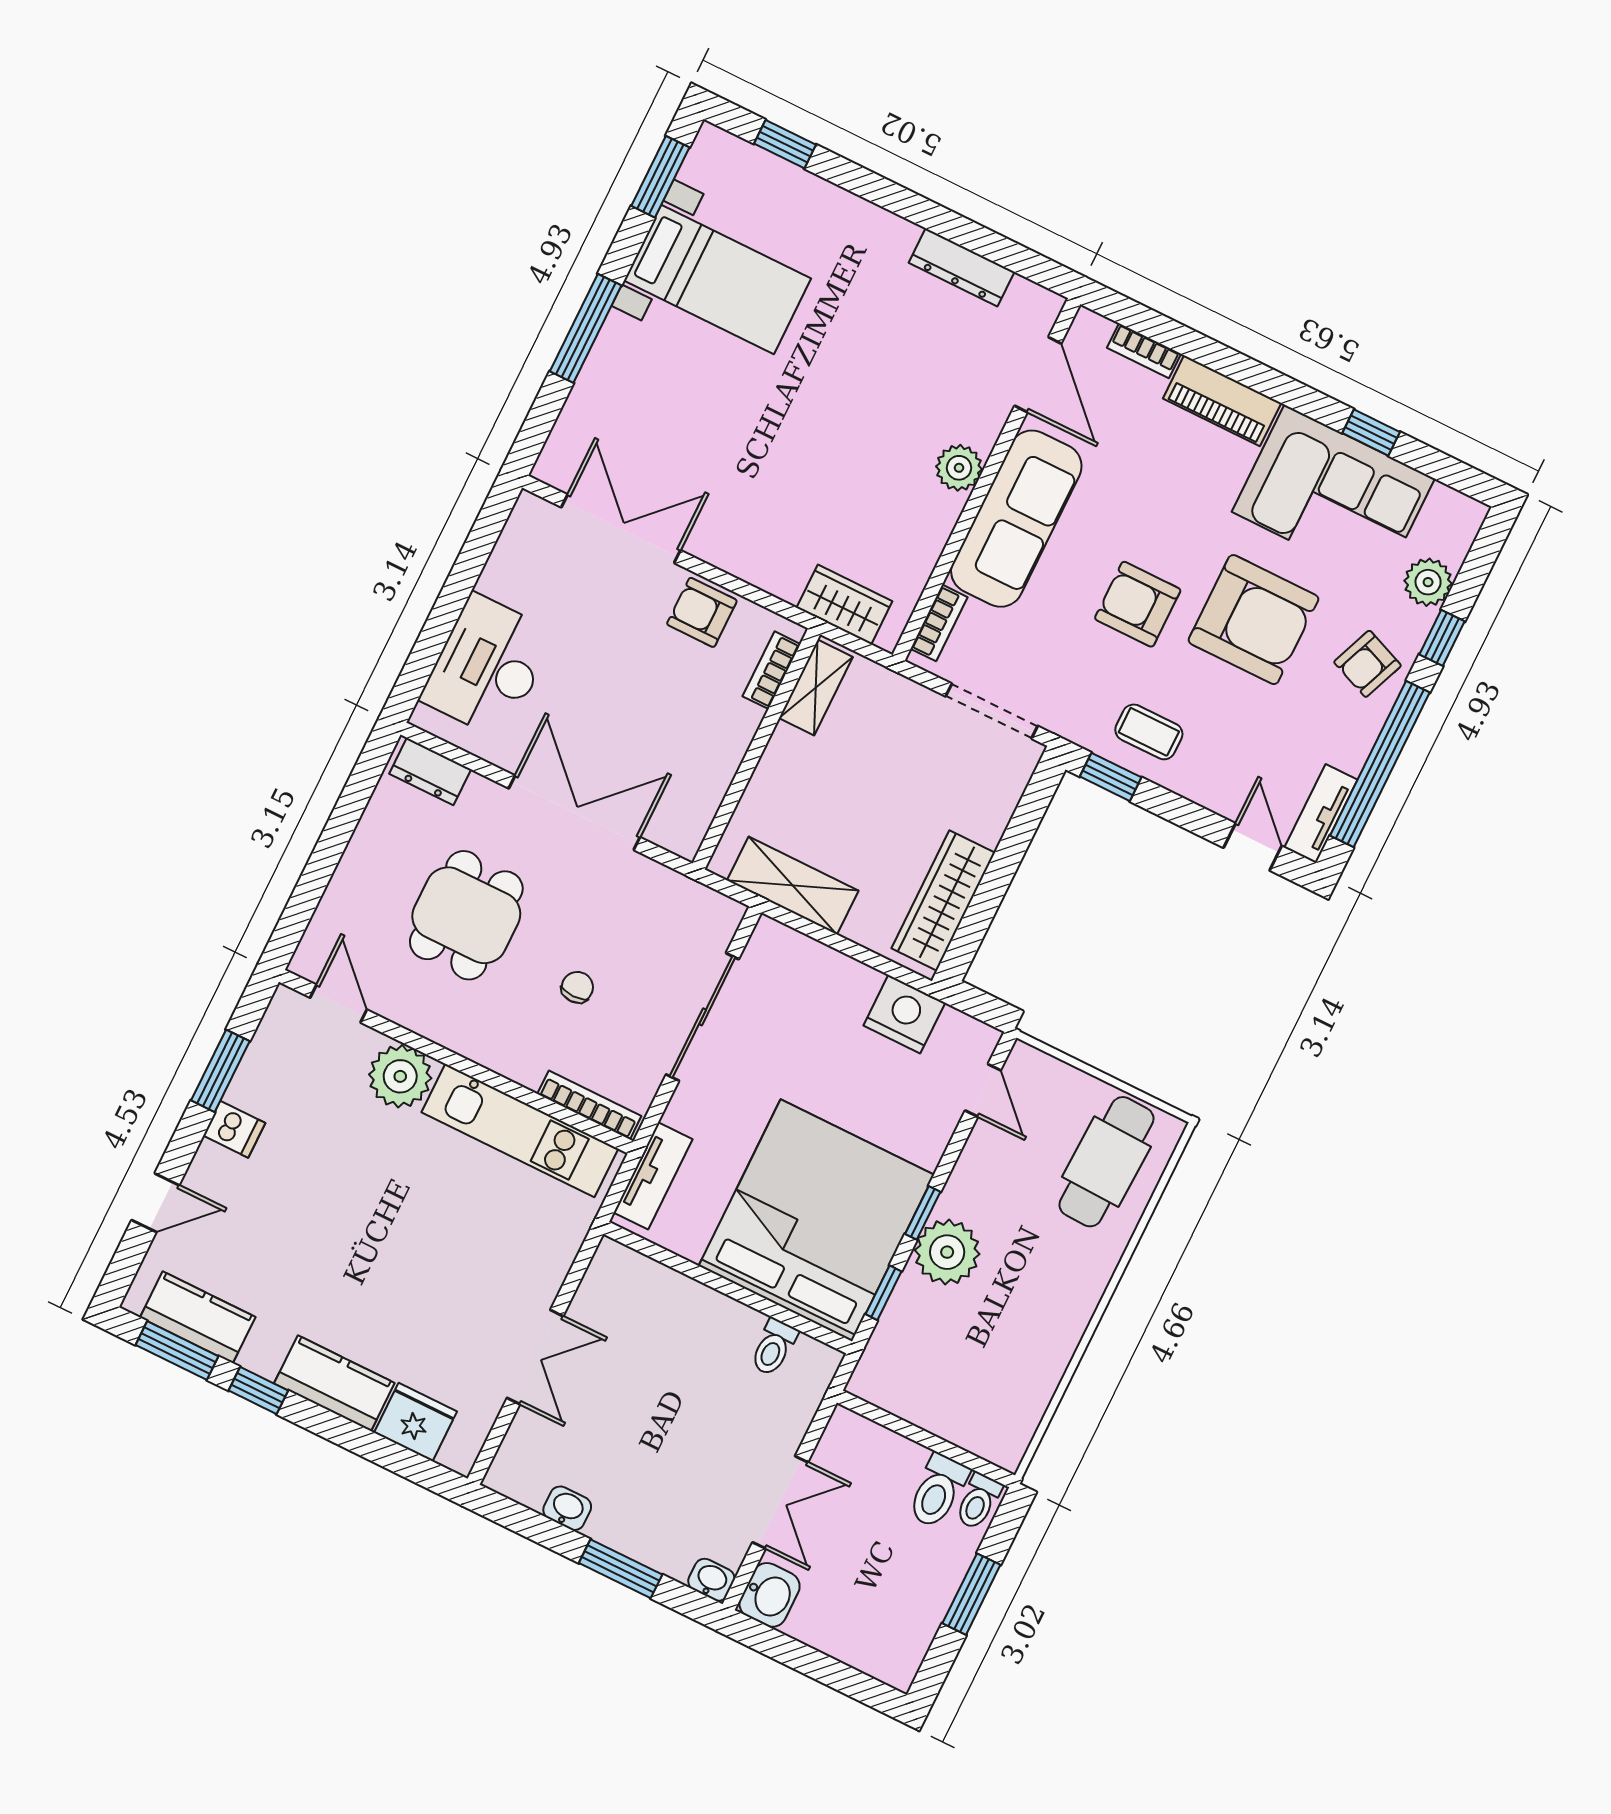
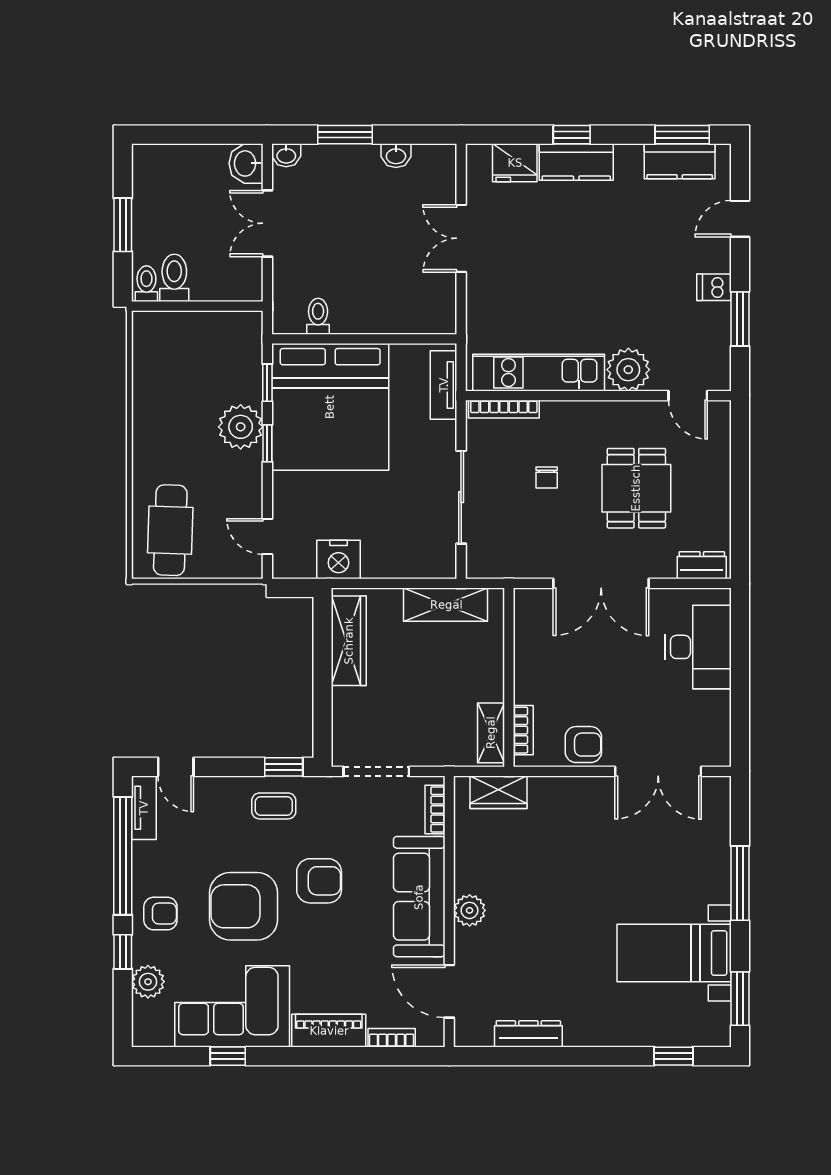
armchair: (1368, 664) -> (160, 914), turned 68
window: (258, 1391) -> (572, 135), moved

